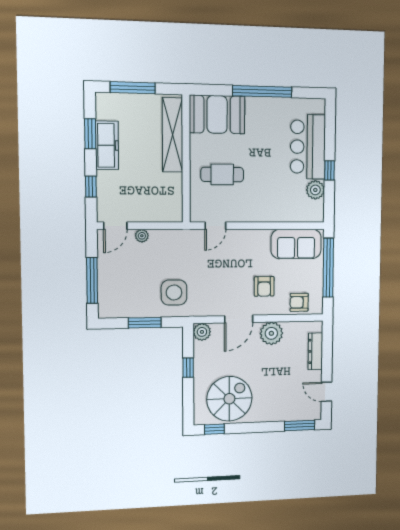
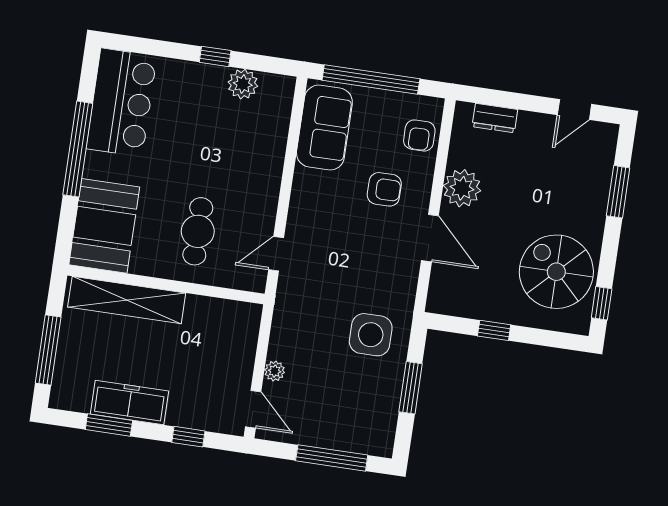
bar counter: (308, 147) -> (122, 102), moved, turned -90
door: (215, 226) -> (276, 254), swing flipped
plant: (202, 332) -> (441, 300), removed
dresser: (315, 351) -> (495, 118), width x0.70
window: (300, 426) -> (618, 192), moved

